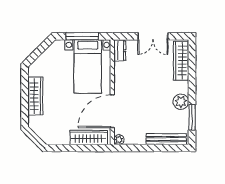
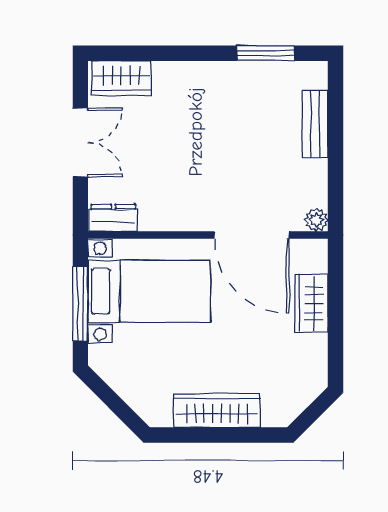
wardrobe: (181, 61) -> (121, 78), width x0.67
plant: (181, 102) -> (230, 78), removed
wardrobe: (89, 137) -> (311, 303), width x0.67
bench: (166, 139) -> (315, 124), width x0.73

